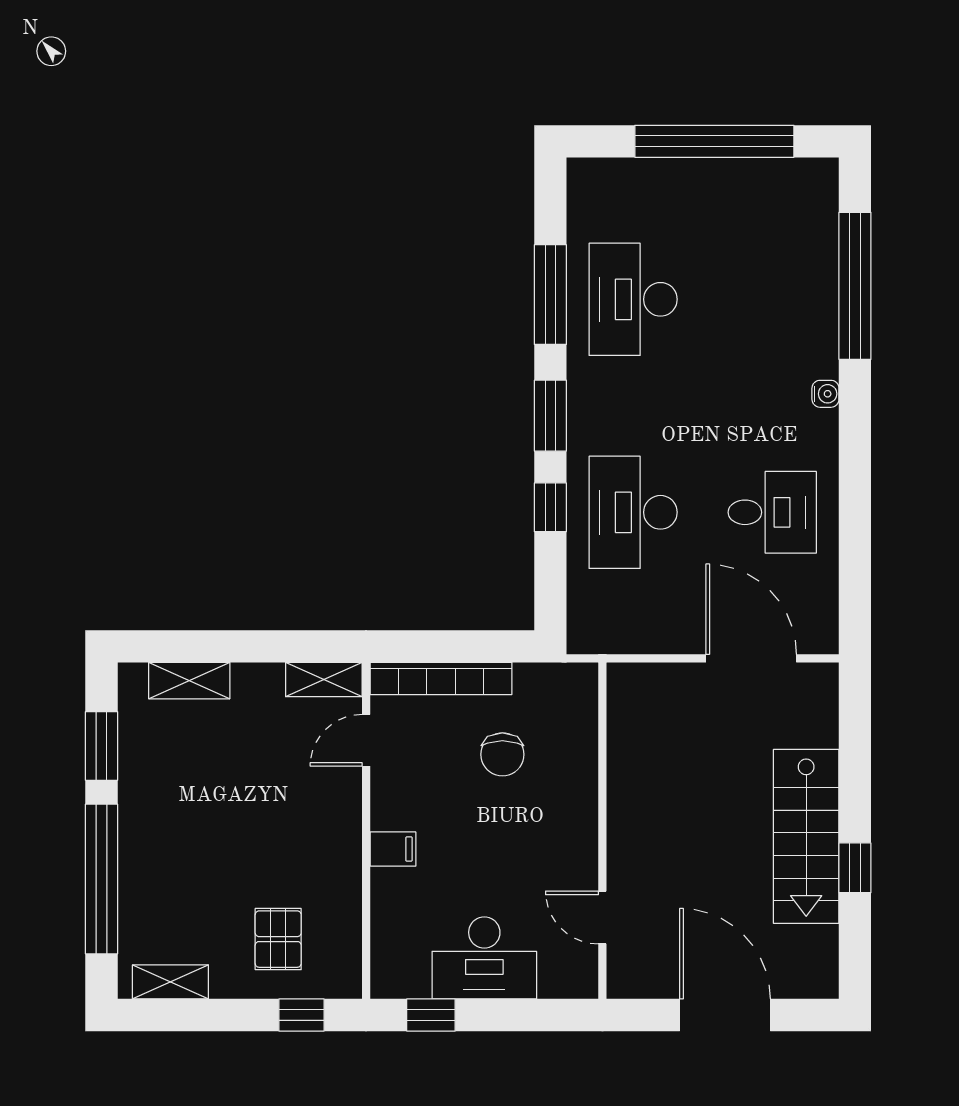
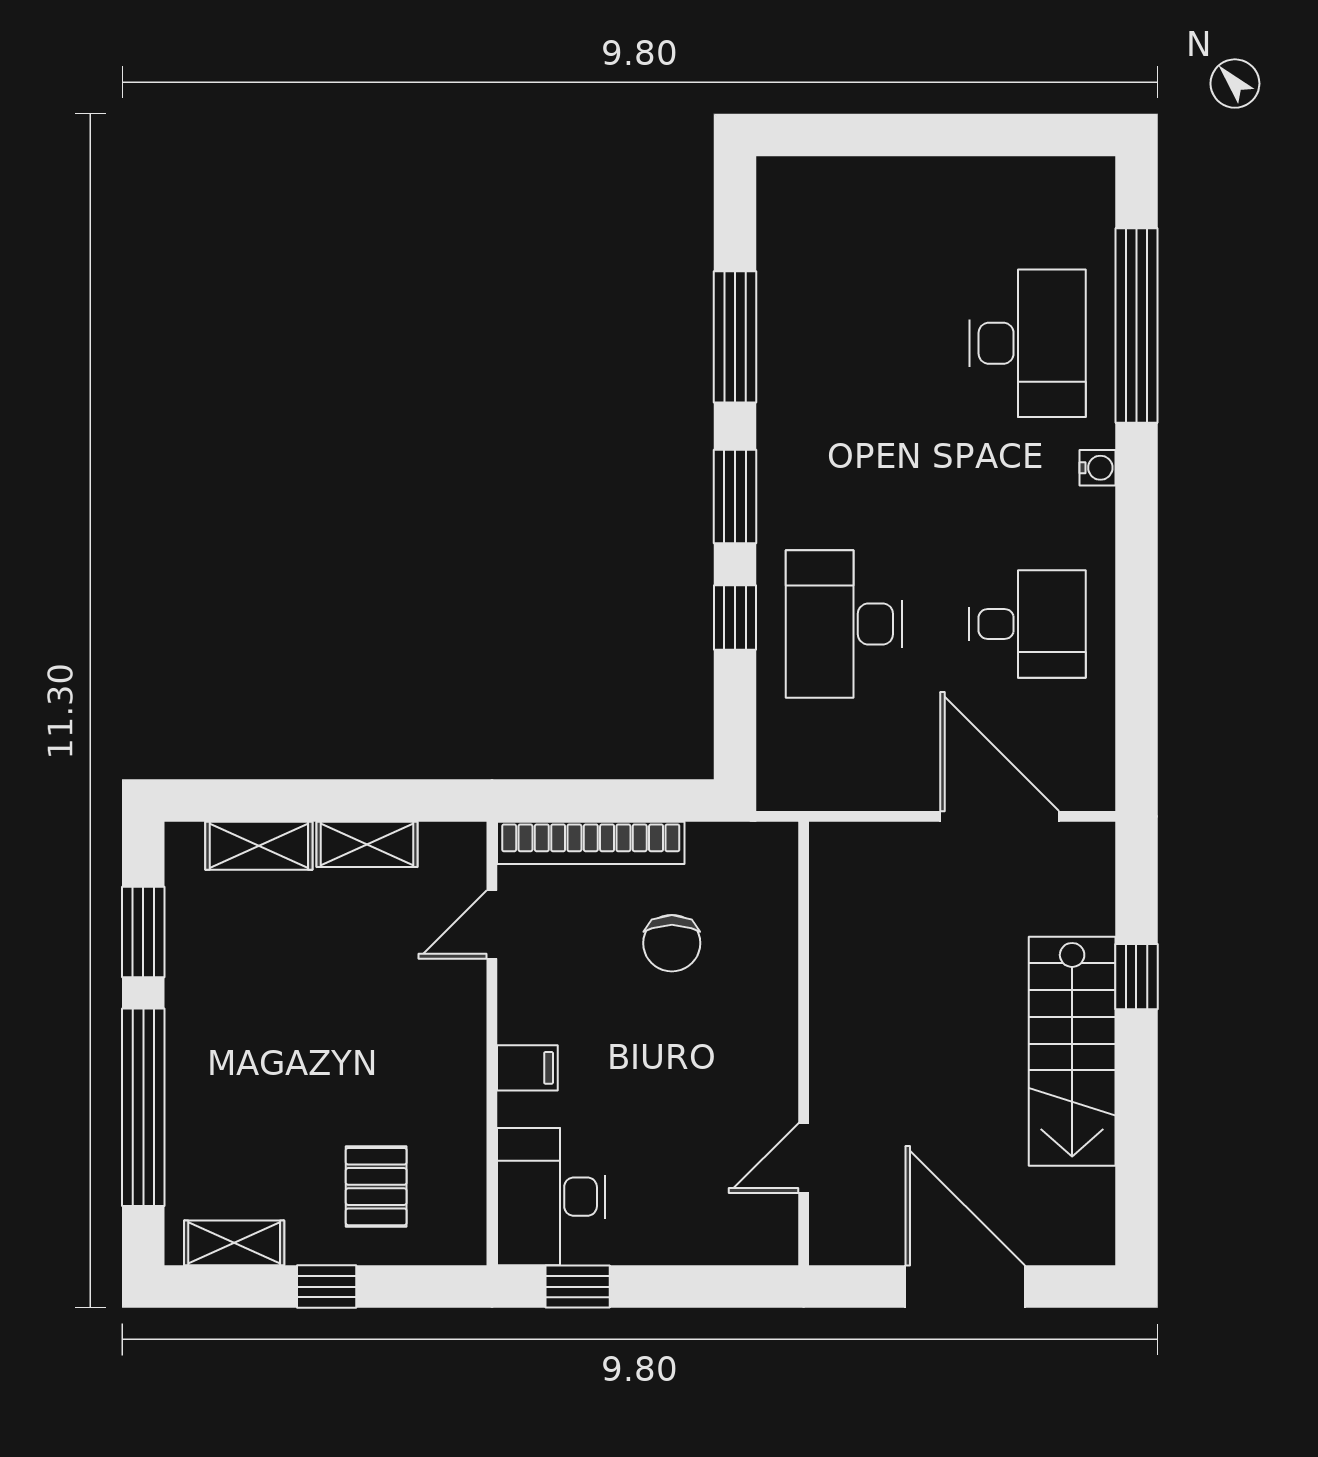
window: (714, 141) -> (951, 135), removed
desk: (633, 299) -> (1027, 343), moved, turned 180
shelving: (324, 680) -> (367, 844), moved
window: (855, 868) -> (1136, 977), moved
door: (602, 918) -> (804, 1158), hinge flipped
desk: (484, 958) -> (551, 1197), moved, turned 90
window: (302, 1015) -> (327, 1287), moved

